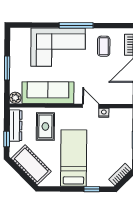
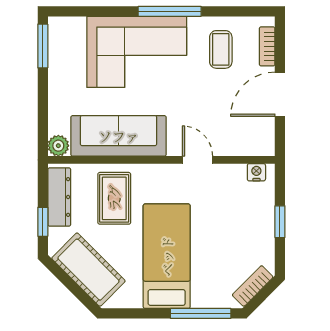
window: (7, 68) -> (43, 46), moved
nightstand: (104, 113) -> (256, 172), moved
window: (92, 189) -> (201, 313), width x2.17

